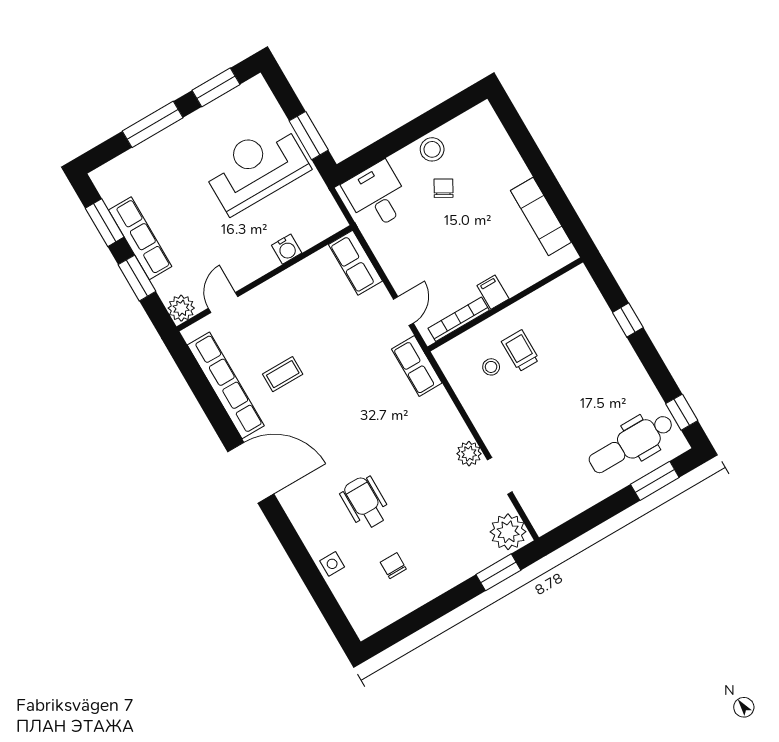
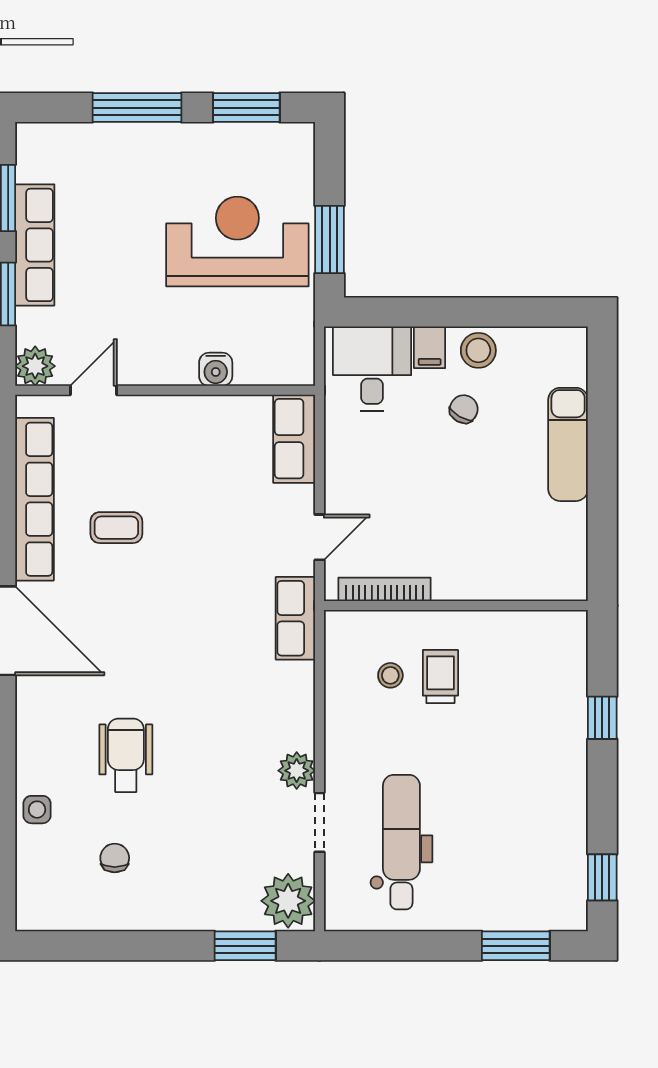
exam couch: (541, 216) -> (568, 444), moved
filing cabinet: (493, 292) -> (430, 347), moved, turned 180
dental chair: (631, 443) -> (401, 842), moved, turned 90

